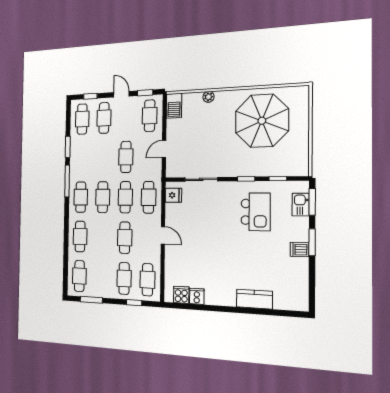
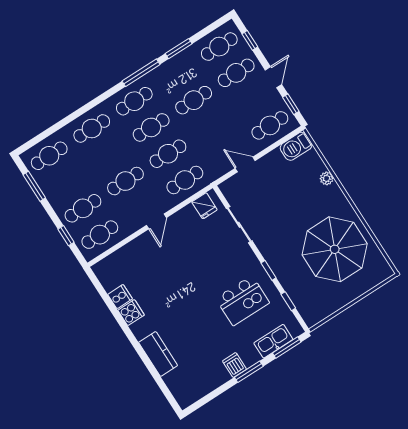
cafe table: (126, 157) -> (194, 100), moved
kitchen sink: (301, 205) -> (273, 341), width x1.38
cooker: (181, 295) -> (131, 313), moved

